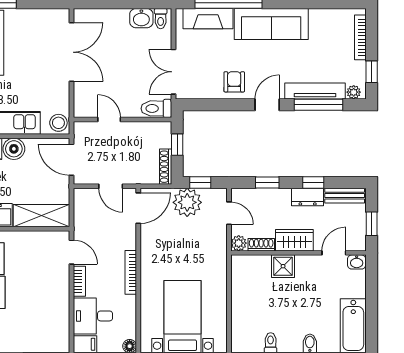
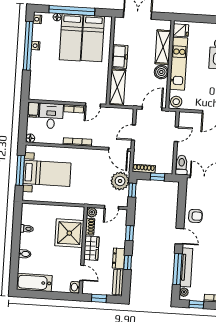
shower: (283, 266) -> (69, 233), width x1.86, depth x1.86

